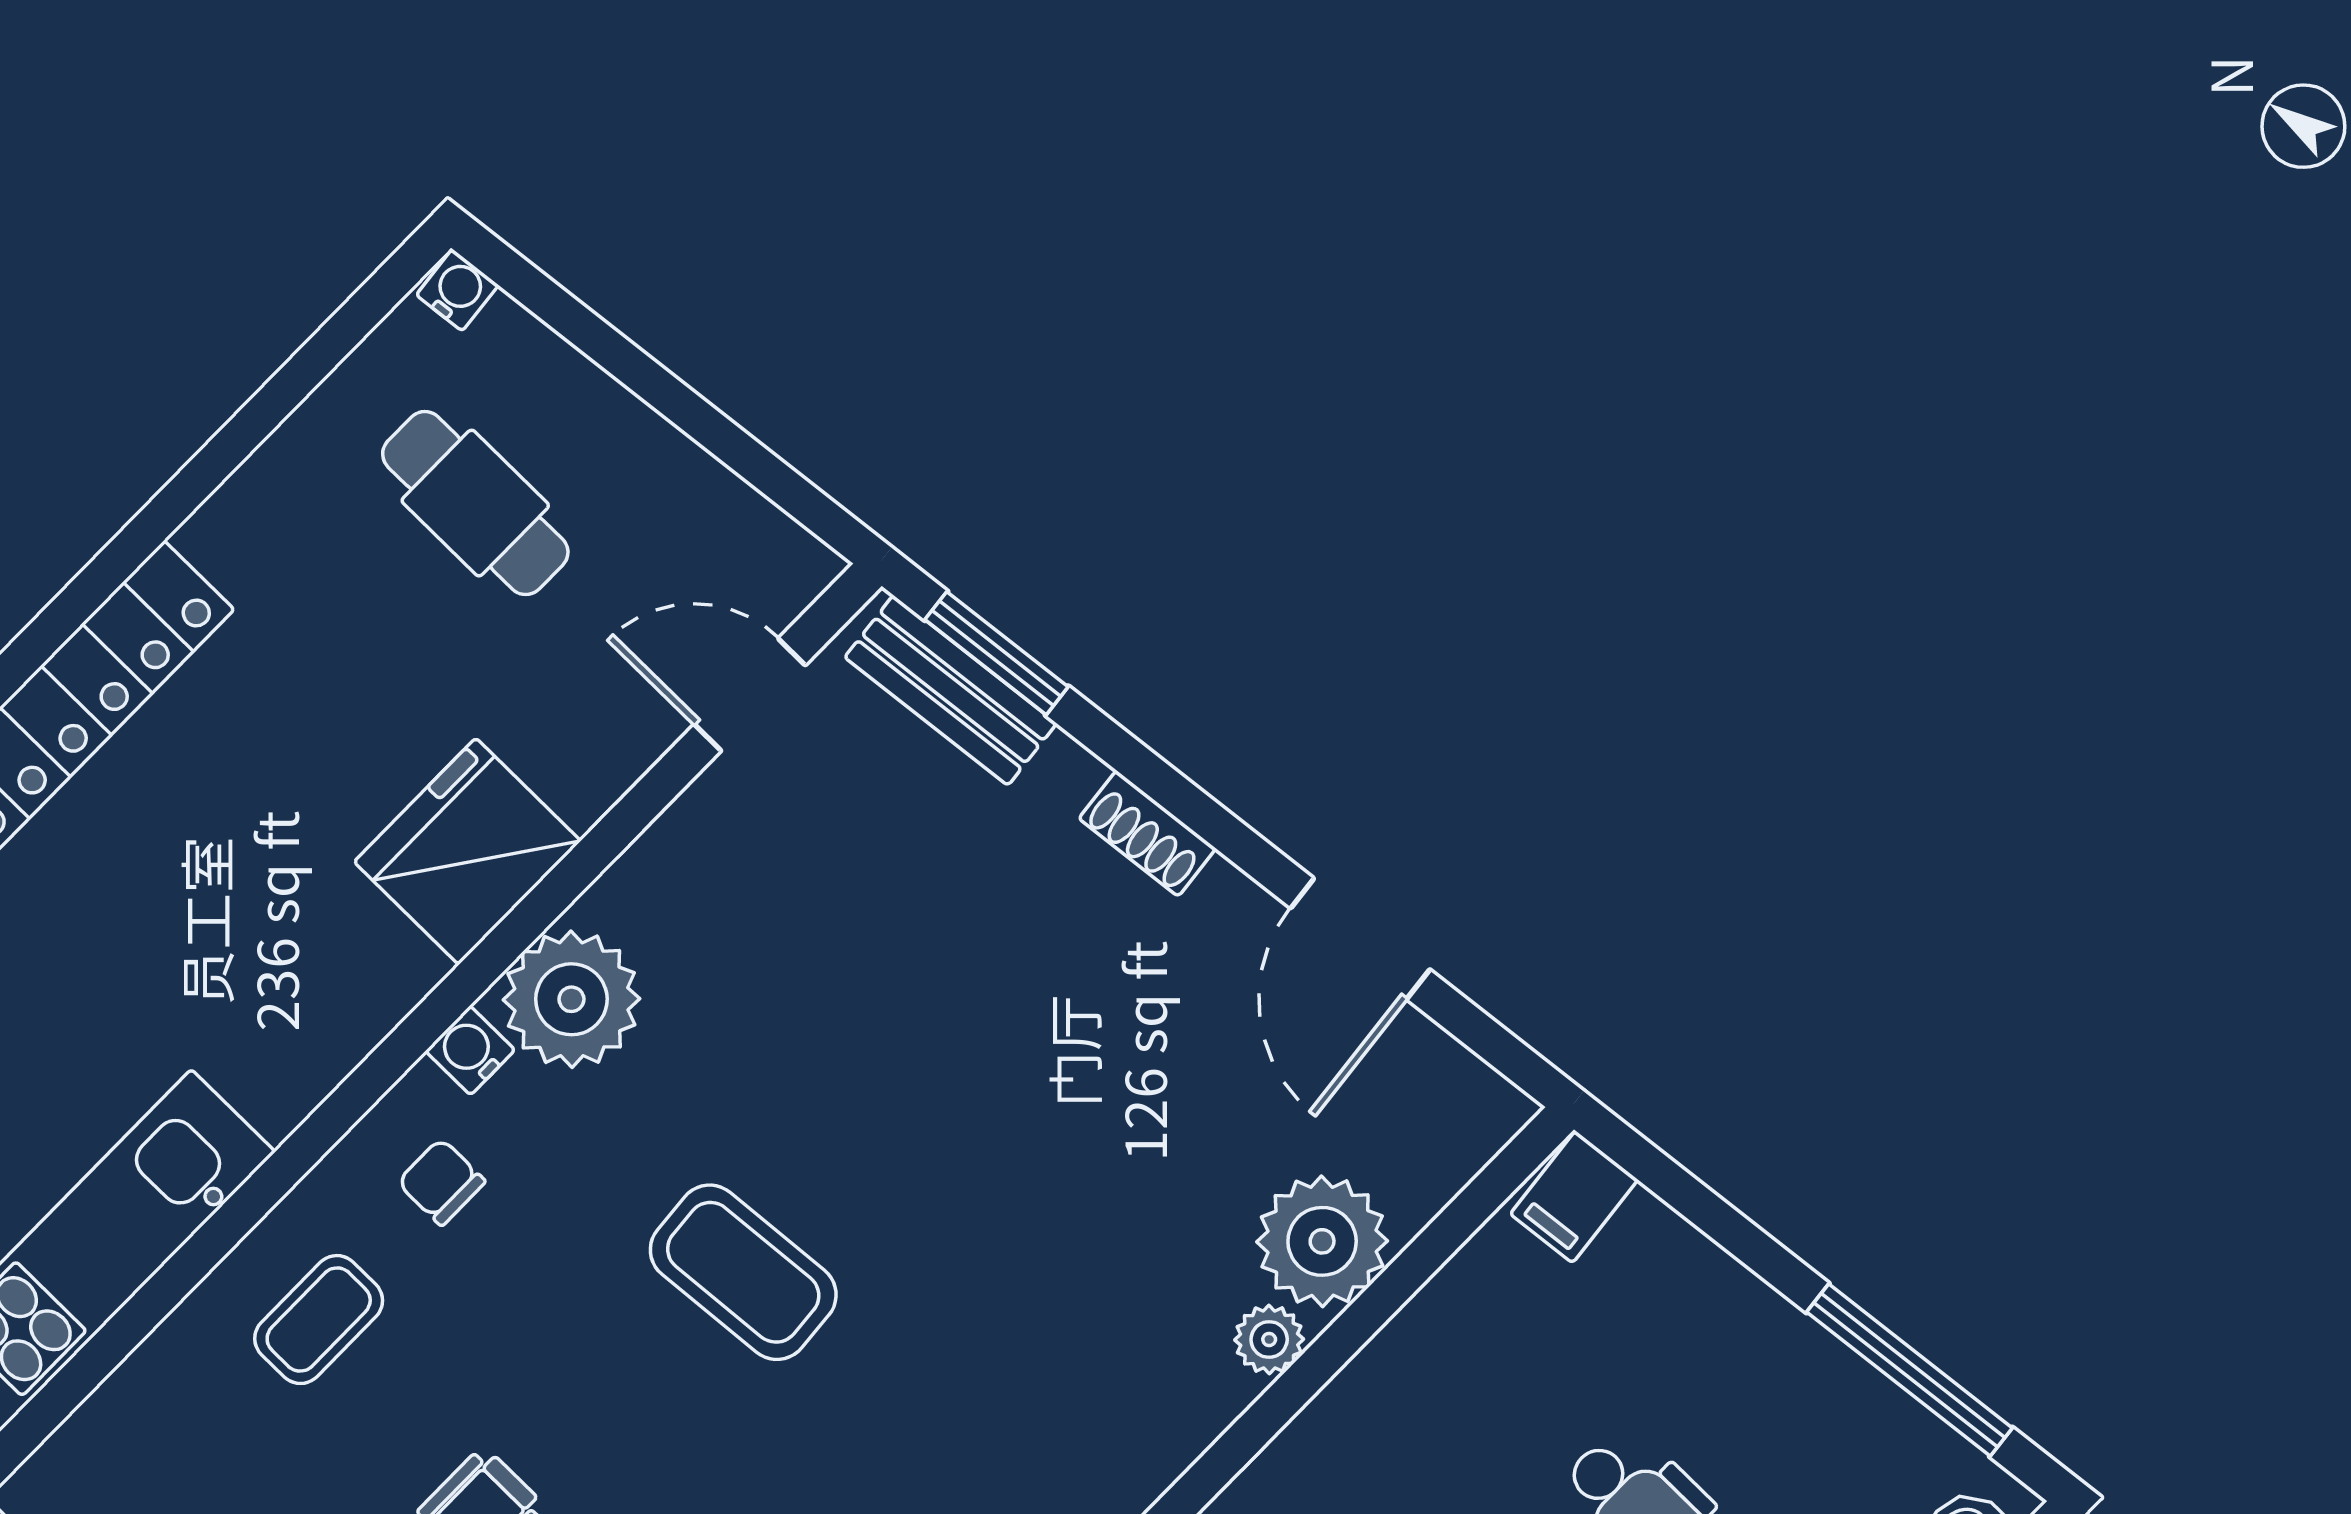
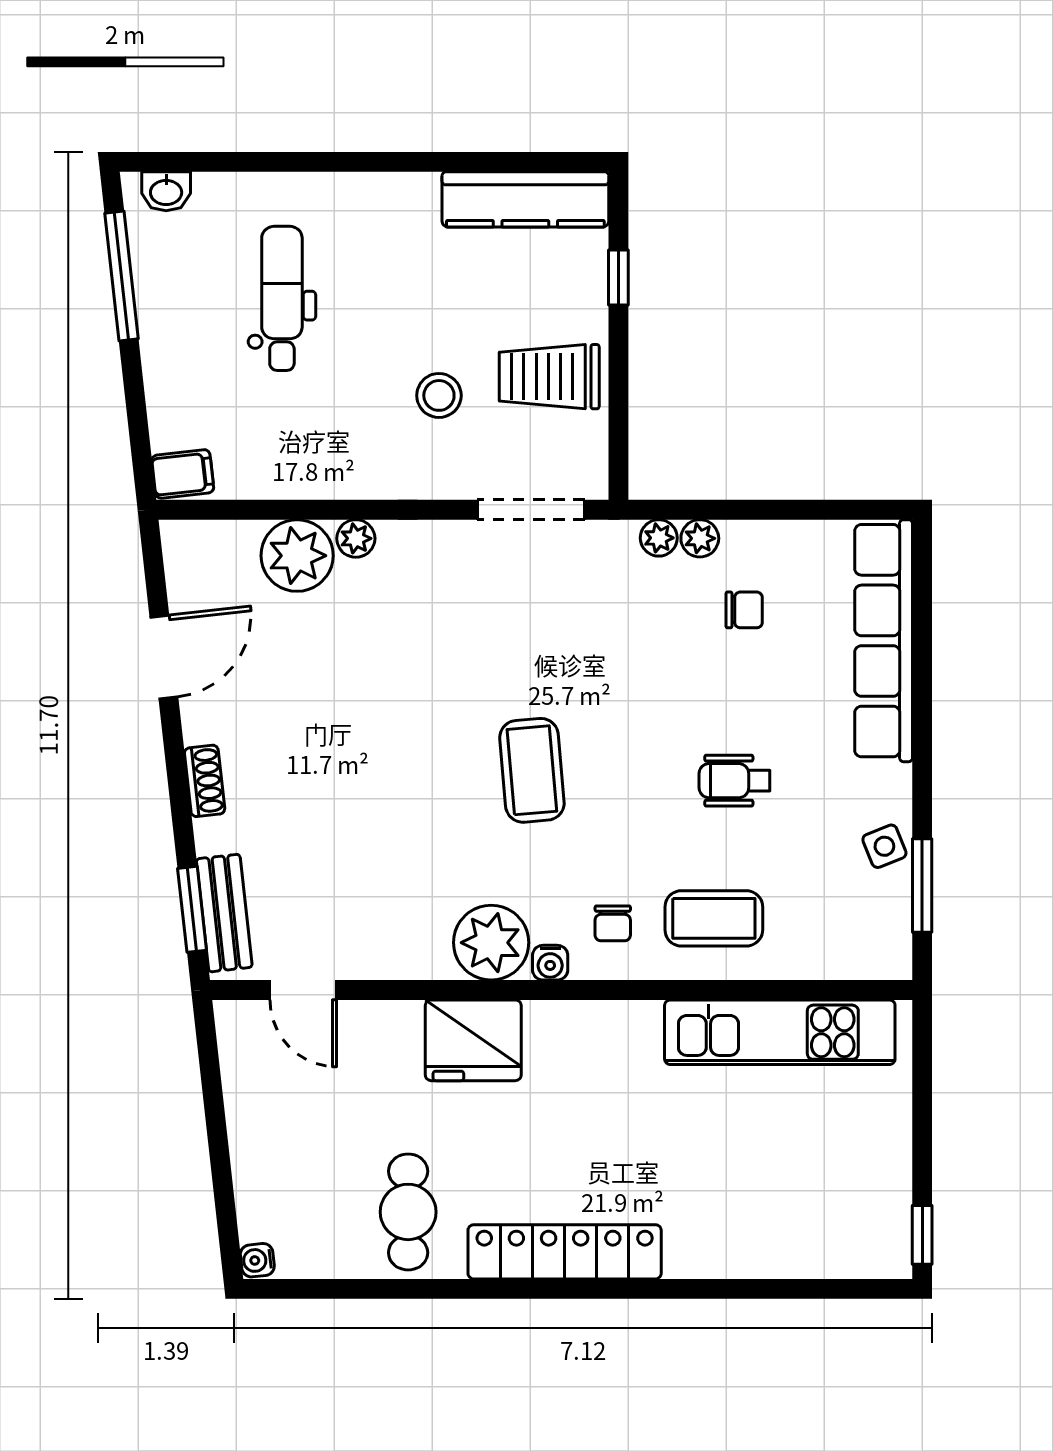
cafe table: (475, 503) -> (408, 1212), moved
coffee table: (319, 1320) -> (714, 918), width x1.36, depth x1.30

